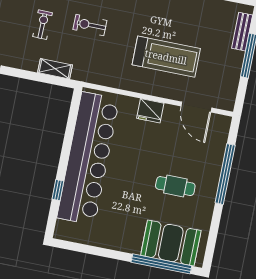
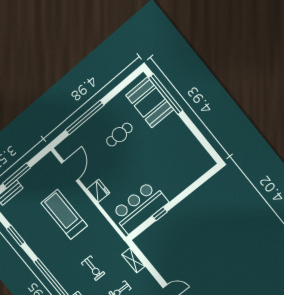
bar counter: (88, 158) -> (140, 207), width x0.54
cafe table: (175, 186) -> (119, 135), turned 90
window: (58, 190) -> (160, 214), moved

